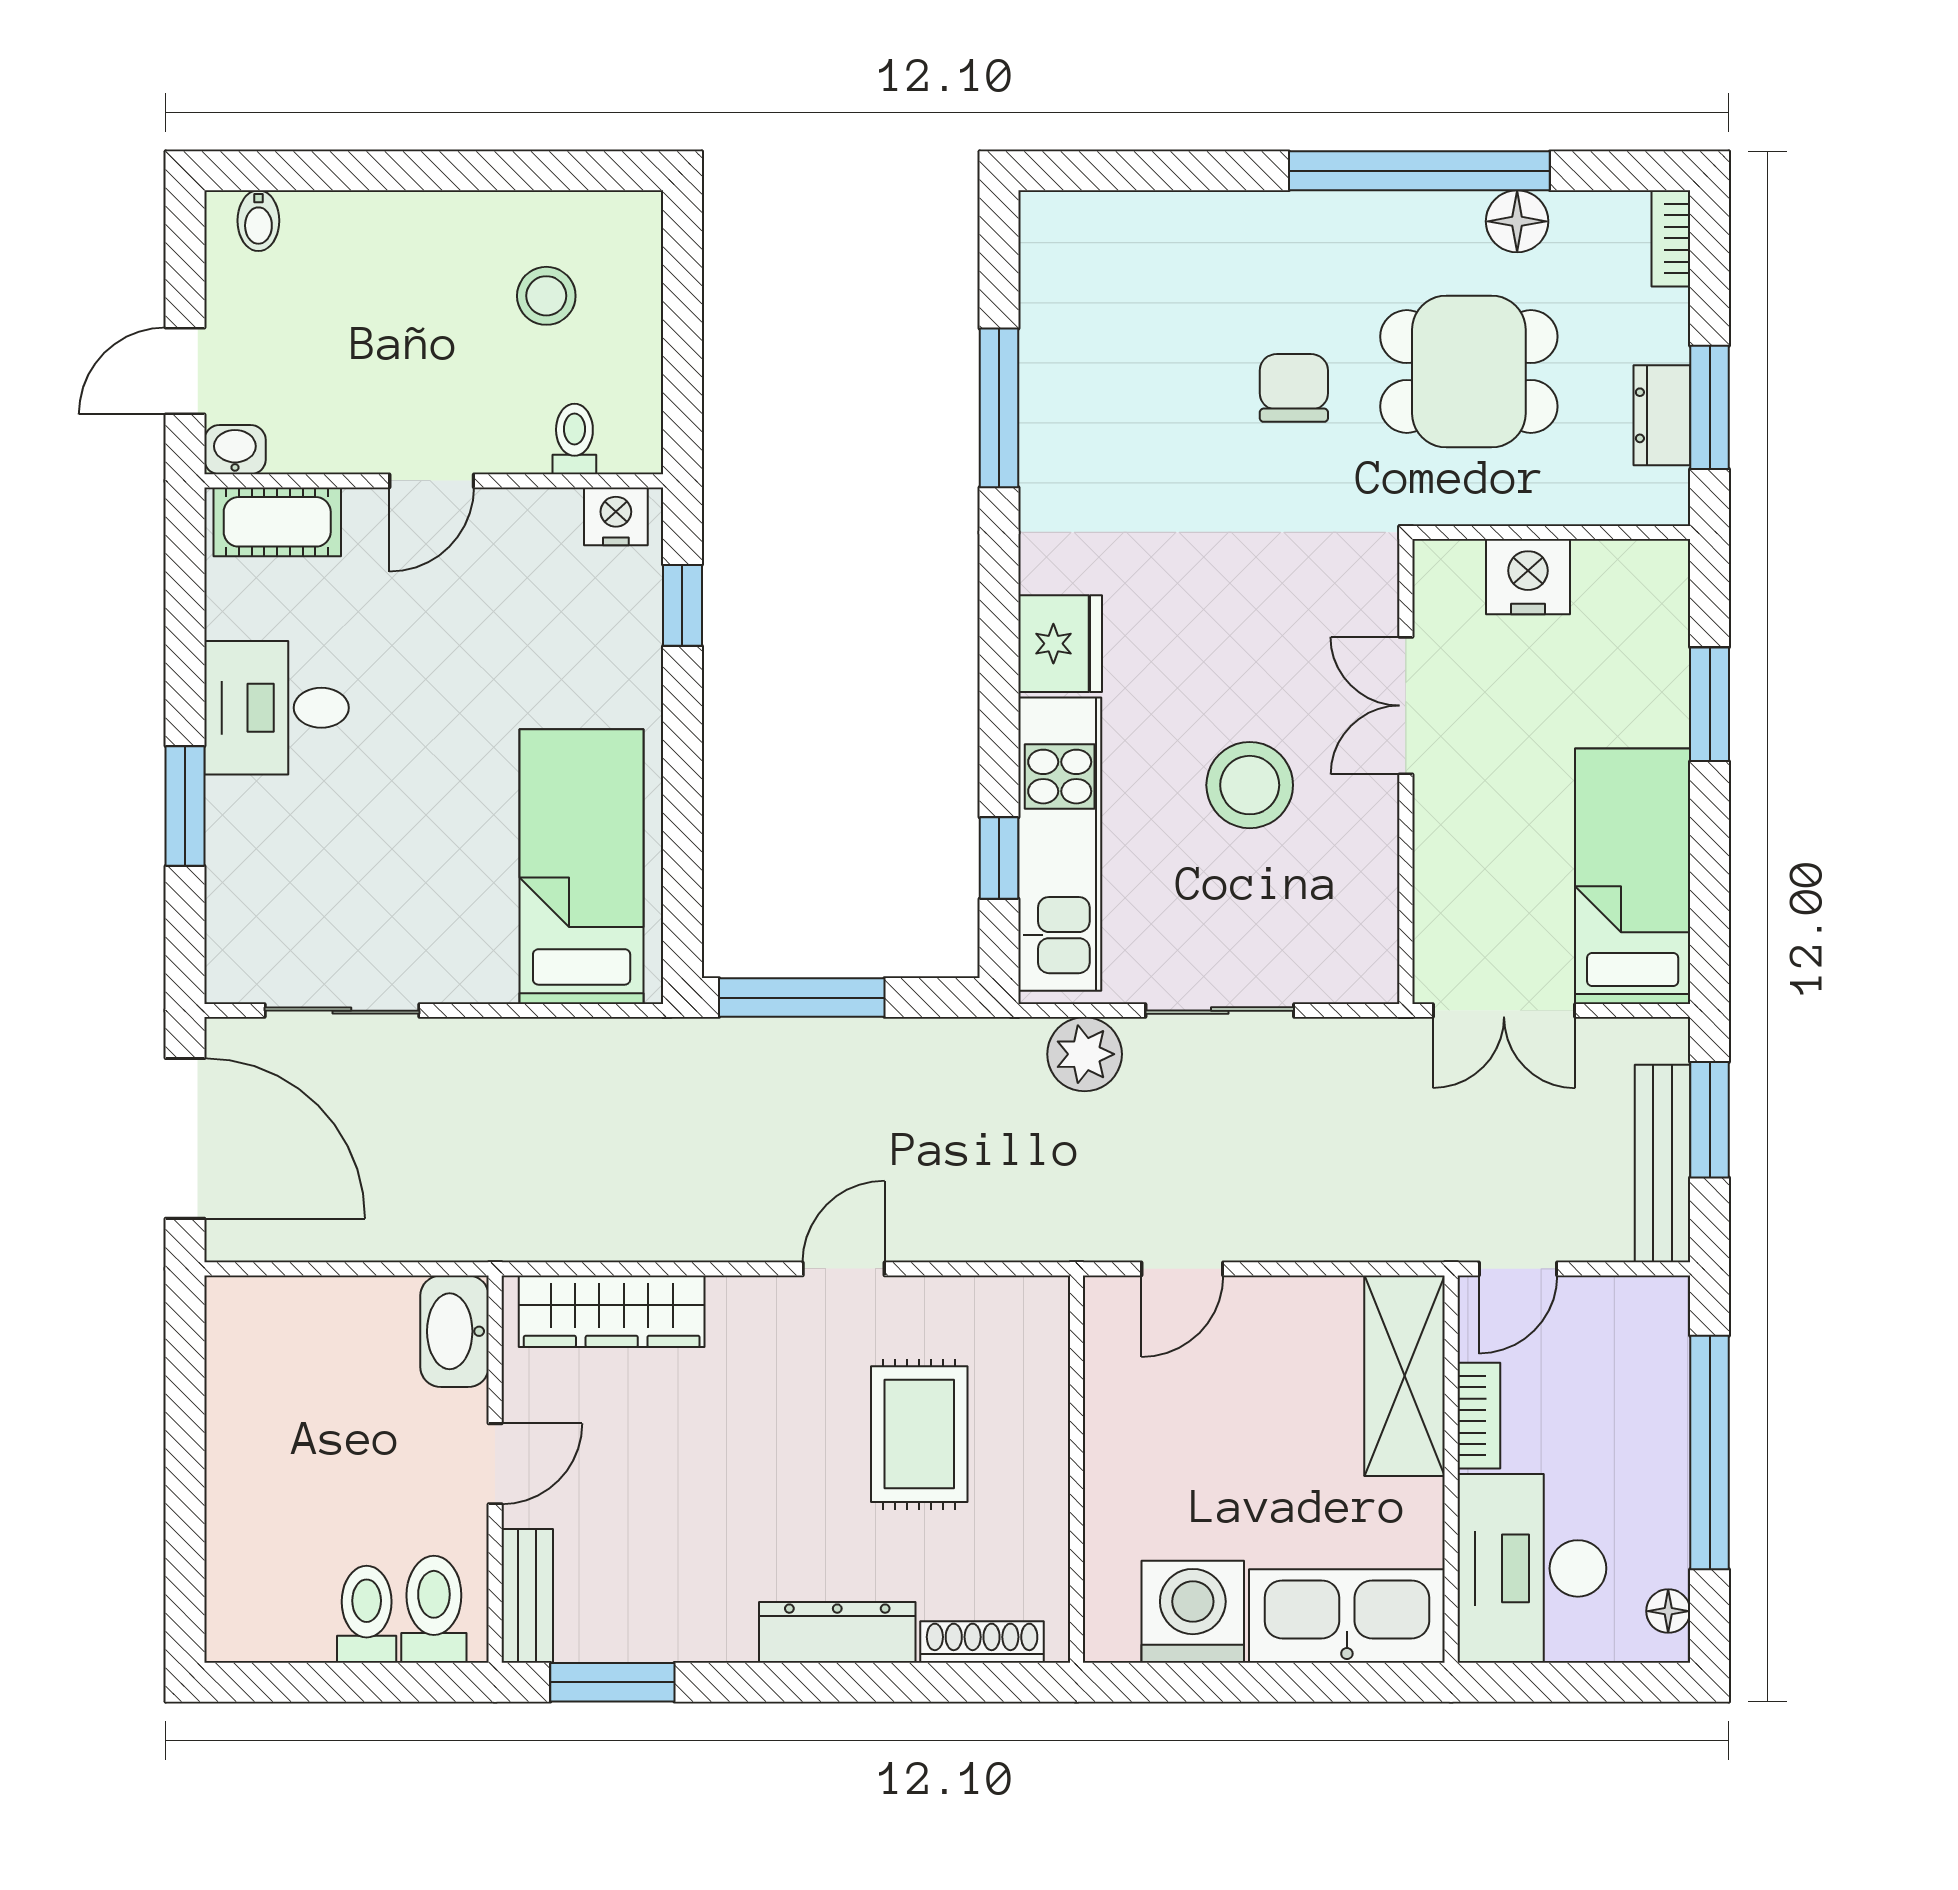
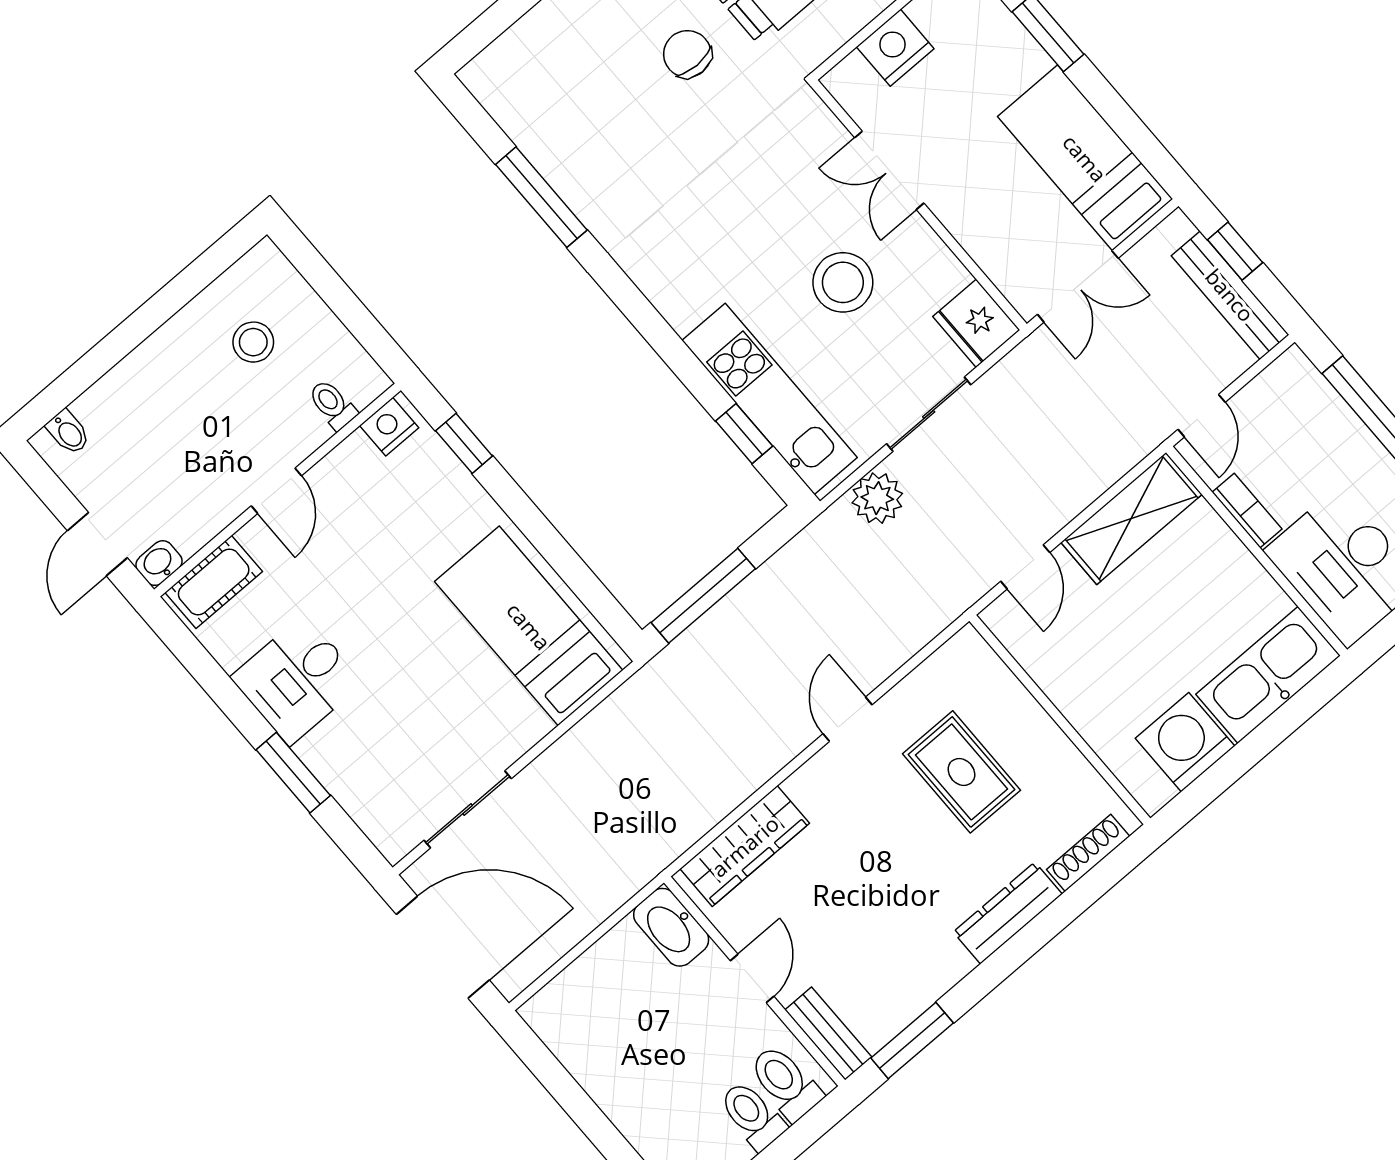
fridge: (1060, 644) -> (976, 323), moved, turned 180
window: (1710, 1120) -> (1235, 251), width x0.67
shelving: (1405, 1376) -> (1131, 518), moved, turned 90

